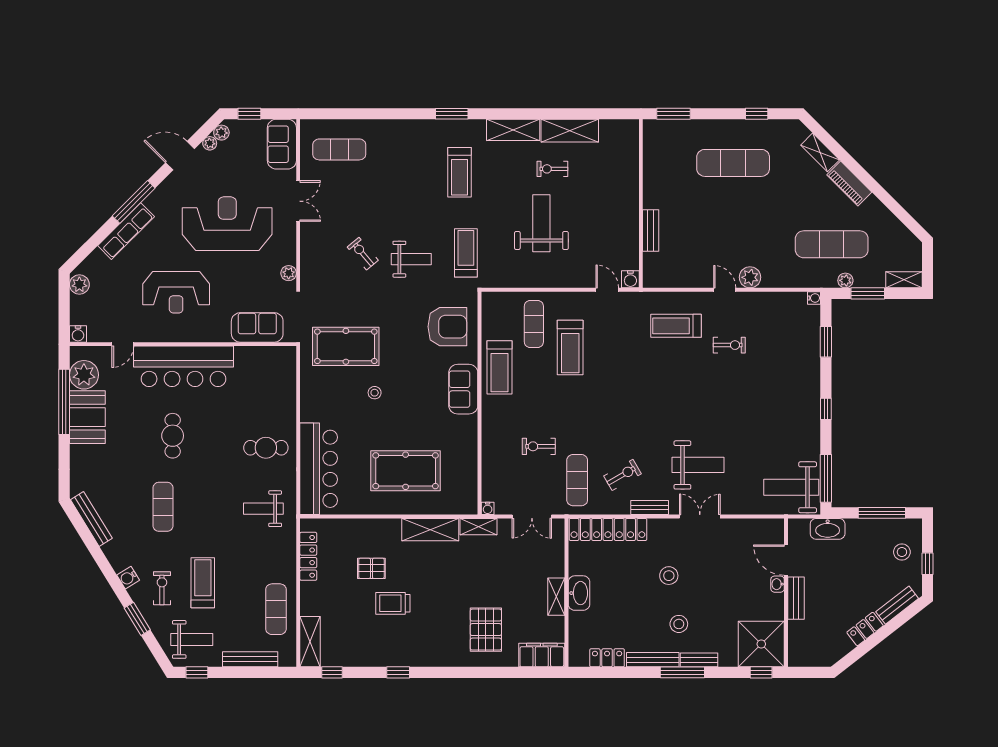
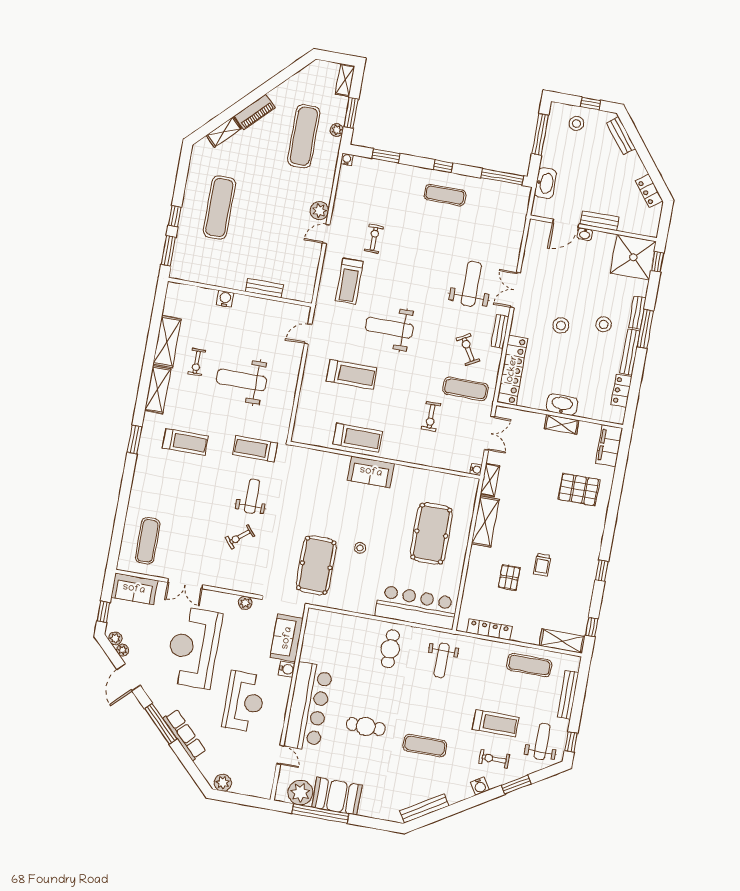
window: (757, 114) -> (175, 216), moved
double door: (298, 201) -> (185, 584), swing flipped
water cooler: (630, 279) -> (225, 299), moved, turned -90
exercise mat: (534, 324) -> (445, 195), moved
armchair: (447, 327) -> (315, 476), removed
water cooler: (78, 334) -> (287, 669), moved
weight bench: (791, 487) -> (389, 328), moved, turned 90
treadmill: (203, 583) -> (496, 723), turned 180
trolley: (393, 603) -> (542, 565), width x0.73, depth x0.72
locker: (865, 629) -> (649, 191), moved

